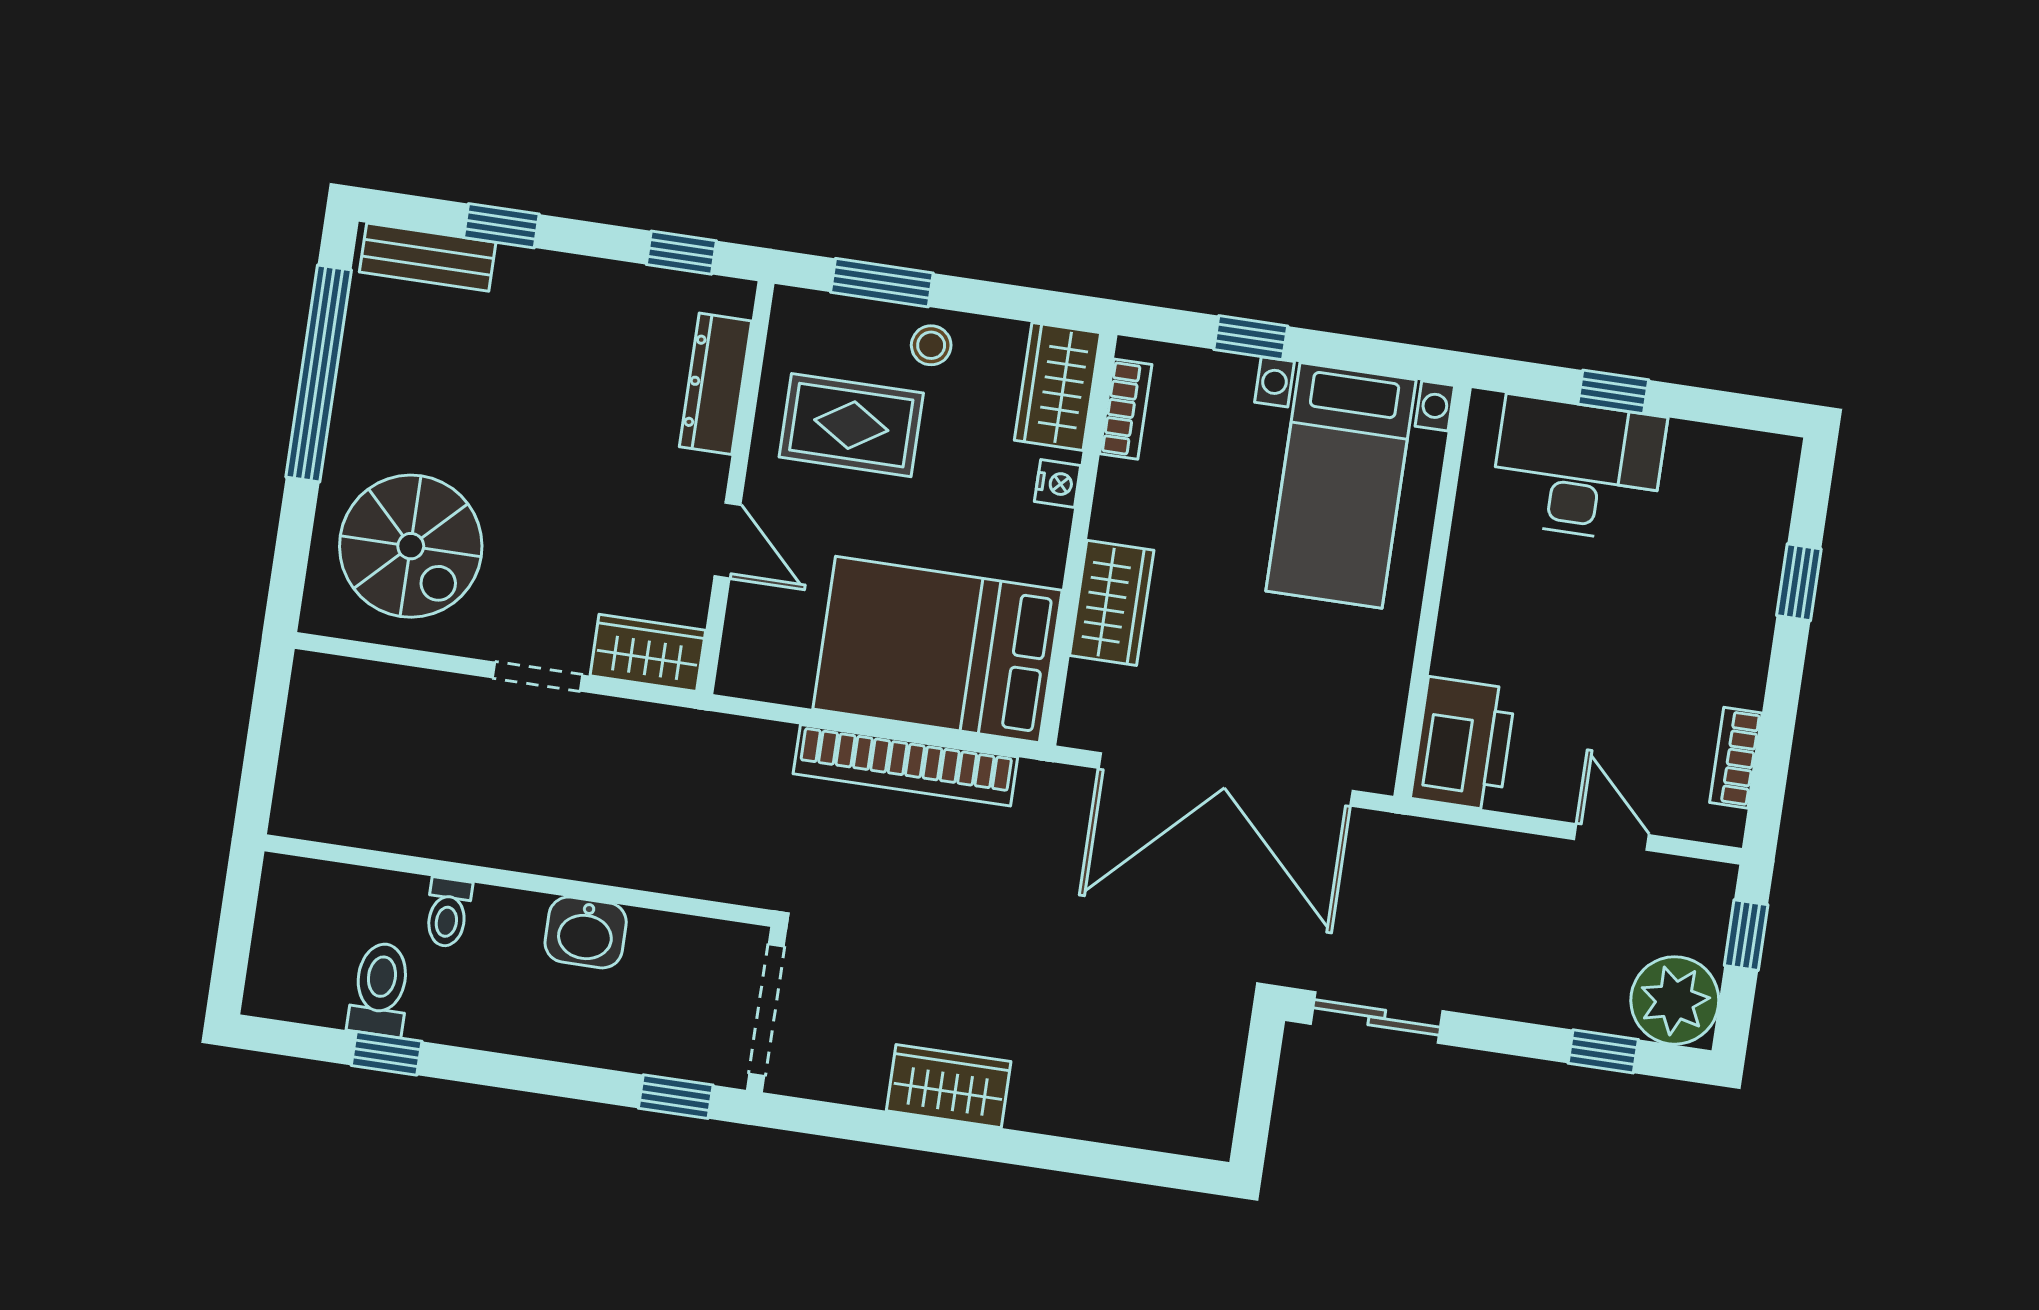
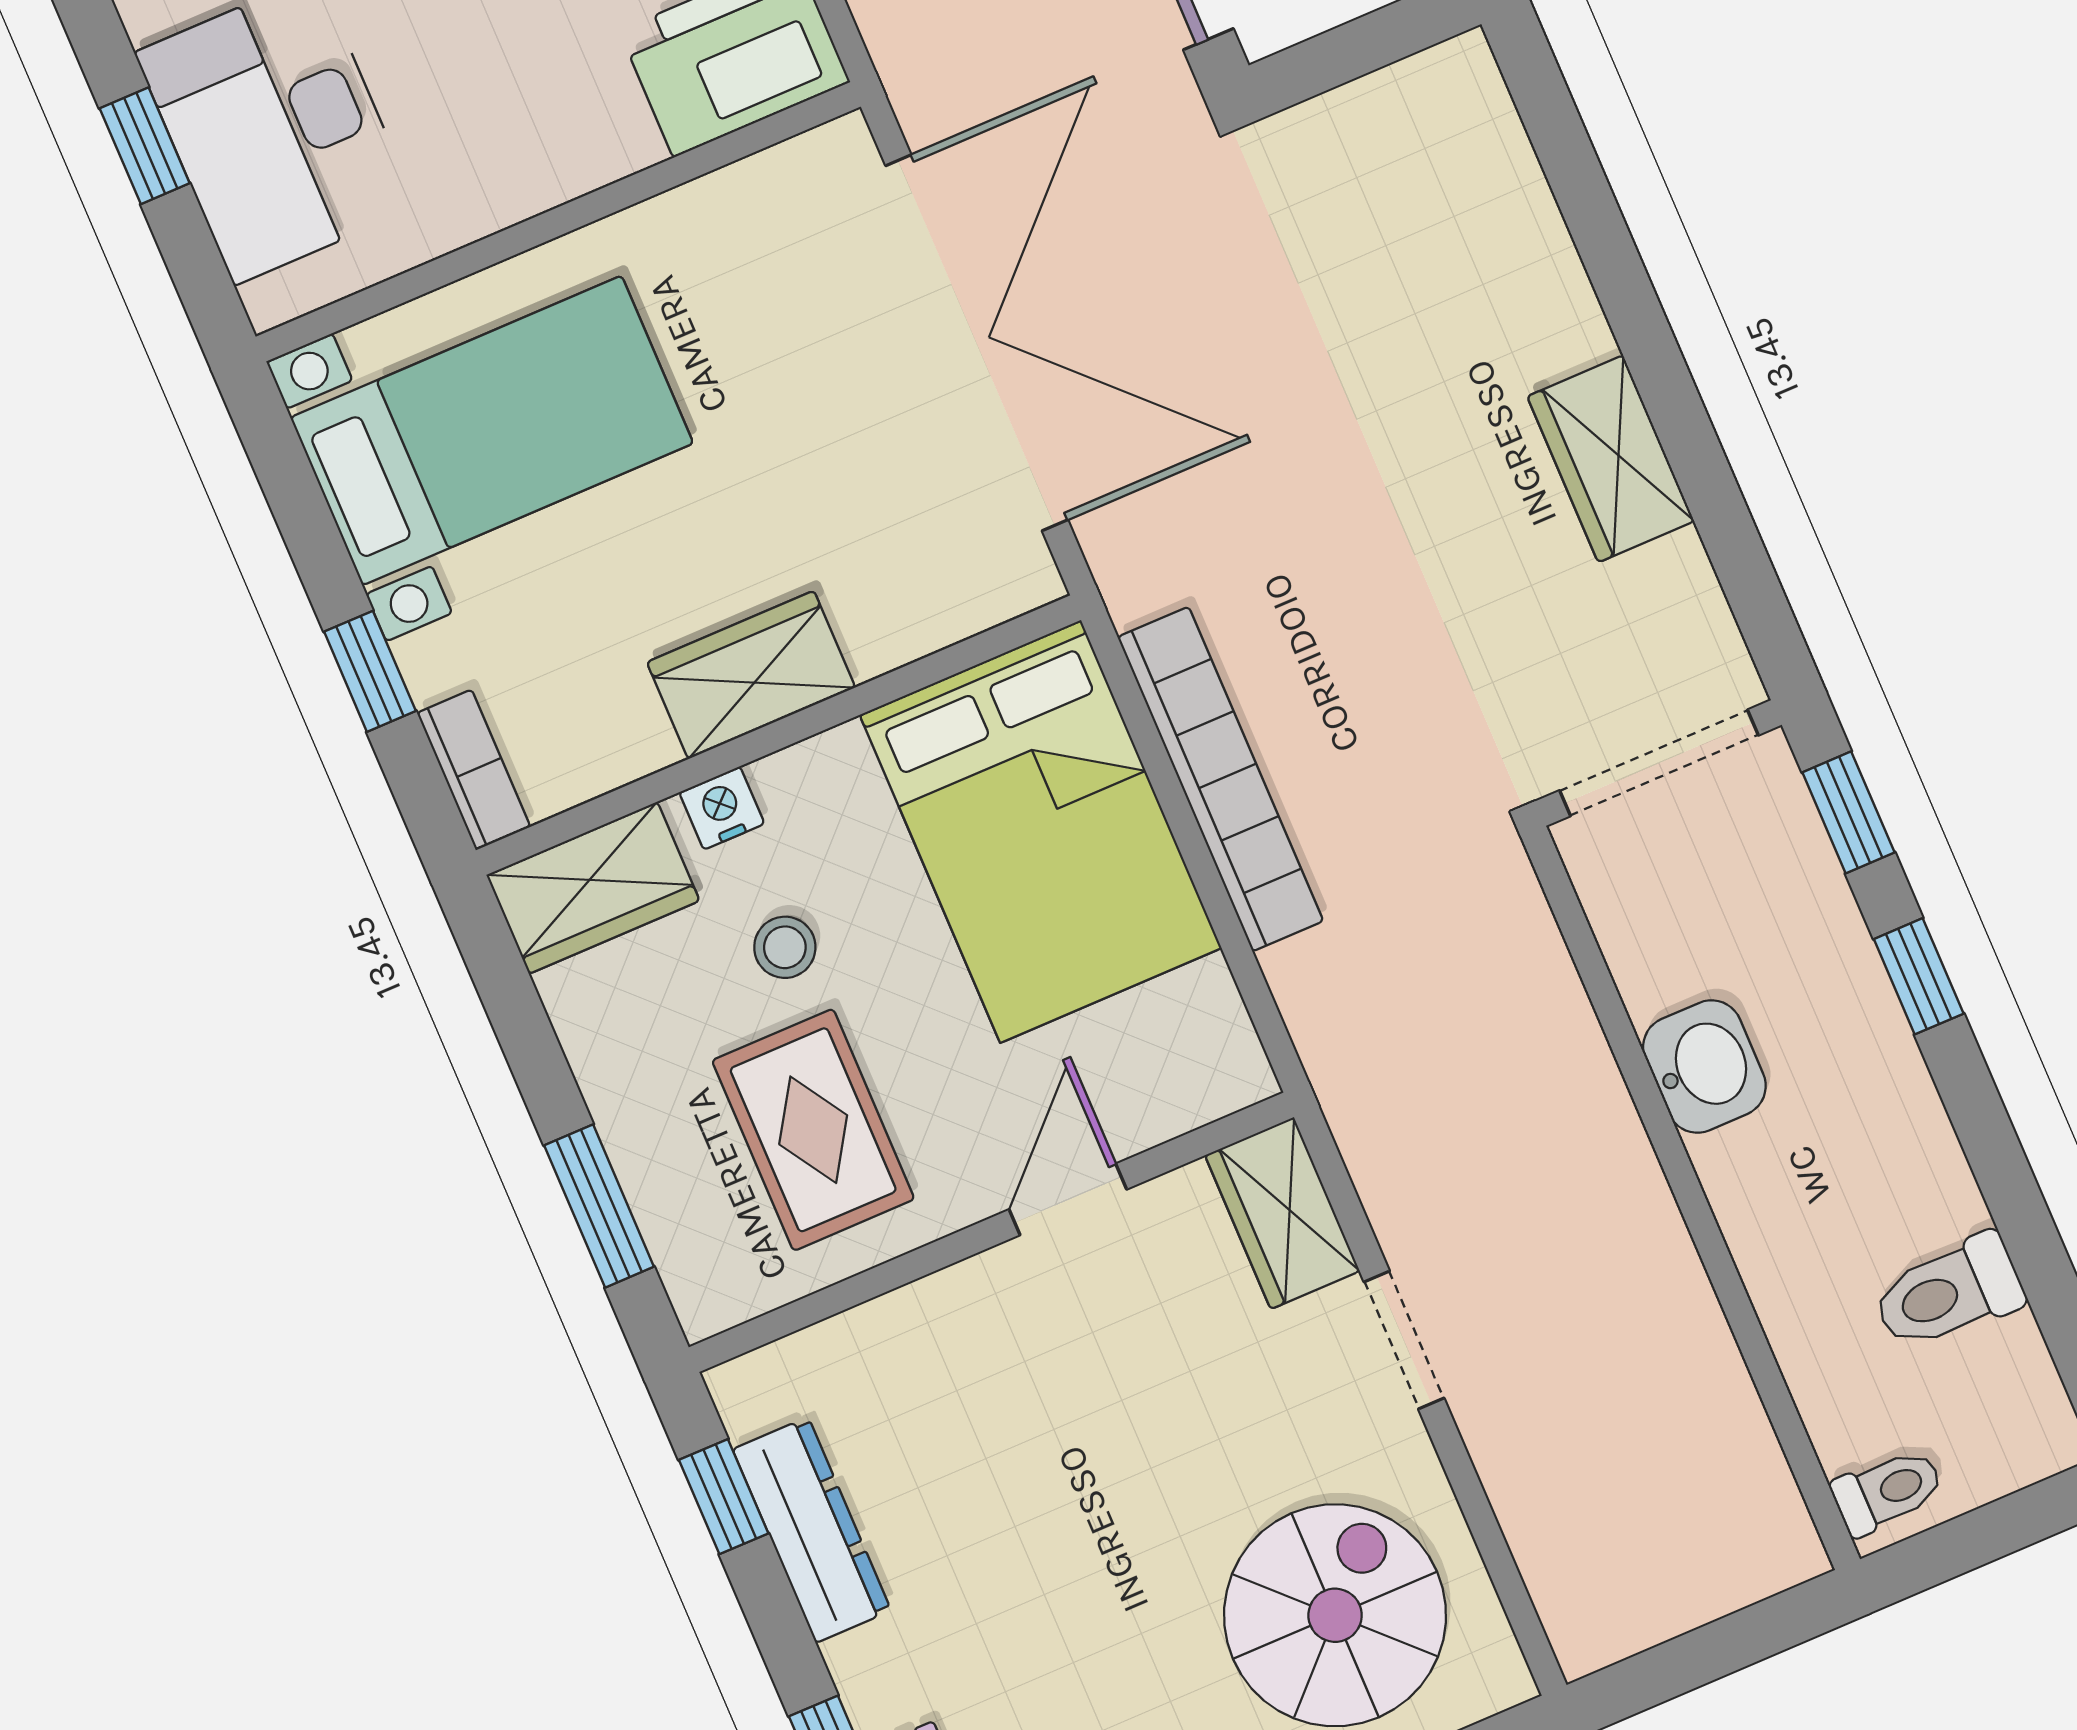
stool: (931, 345) -> (785, 947), moved
dresser: (716, 384) -> (812, 1530), moved, turned -90
bookcase: (1126, 409) -> (474, 770), moved, turned 90
wardrobe: (1112, 603) -> (751, 675), moved
toilet: (448, 913) -> (1888, 1491), moved
window: (387, 1053) -> (1919, 976), moved

